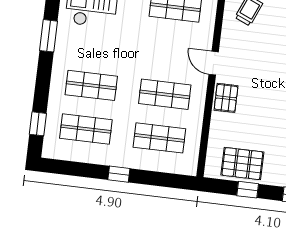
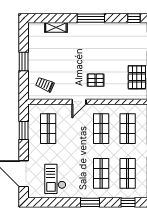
window: (49, 36) -> (90, 202), moved
pallet: (226, 98) -> (96, 80), moved

